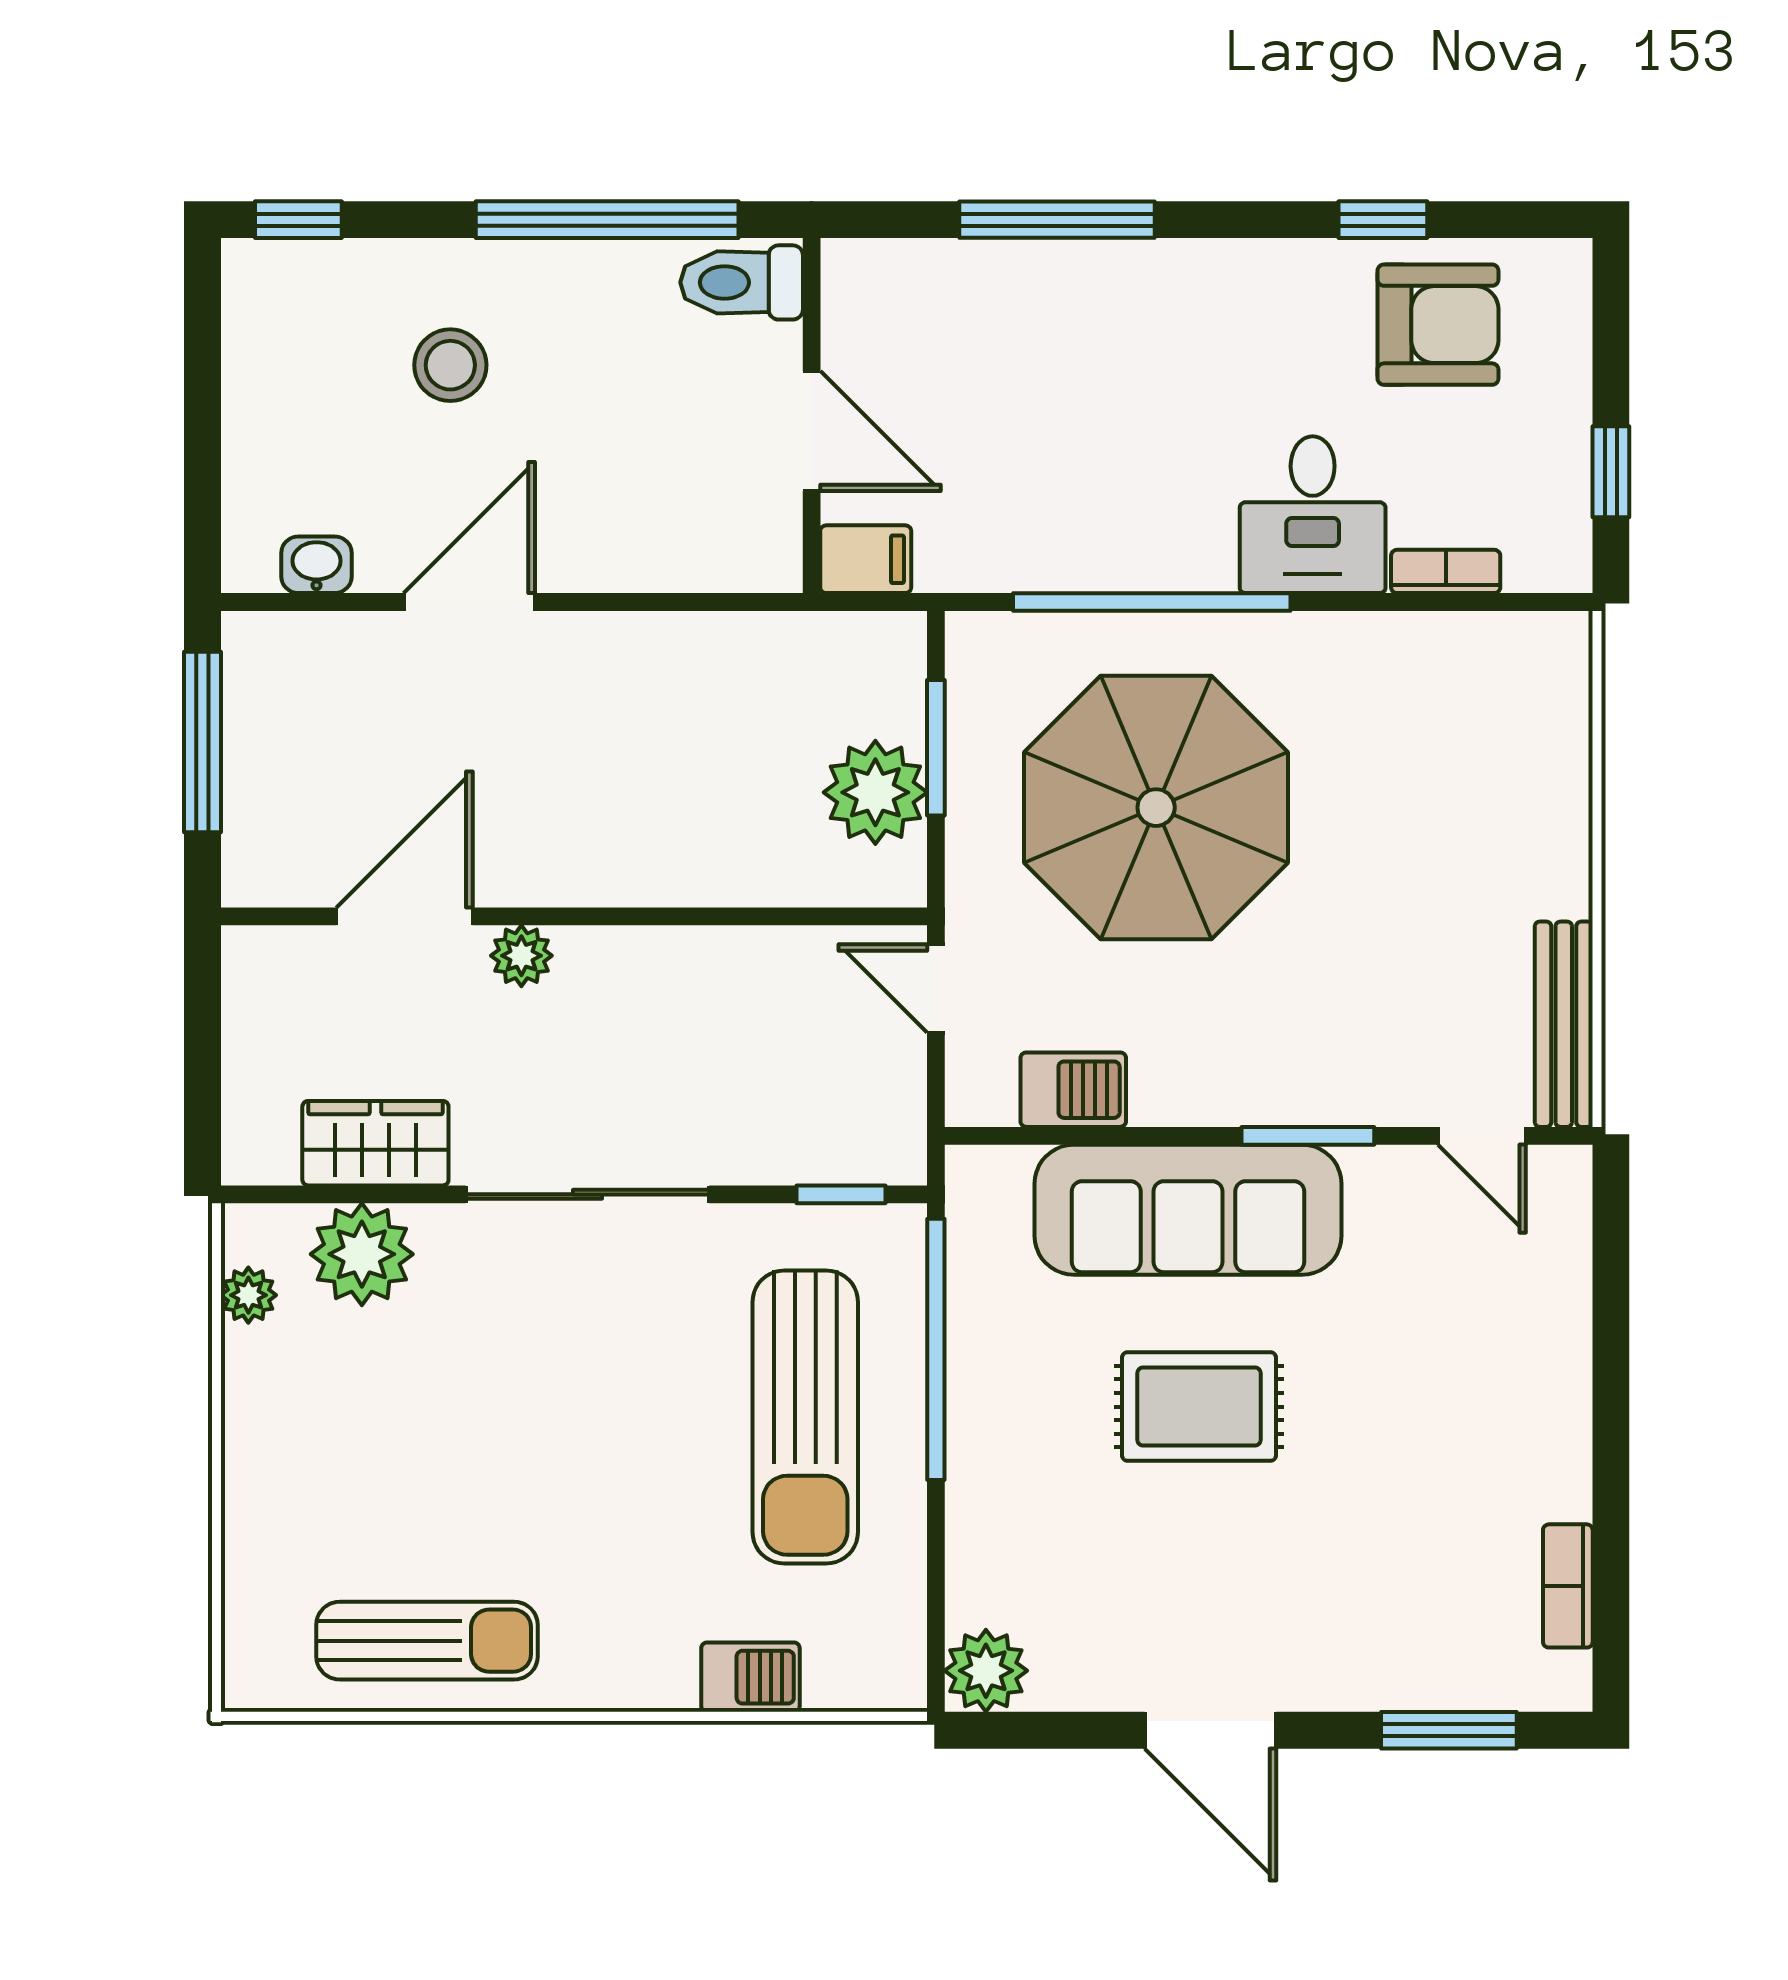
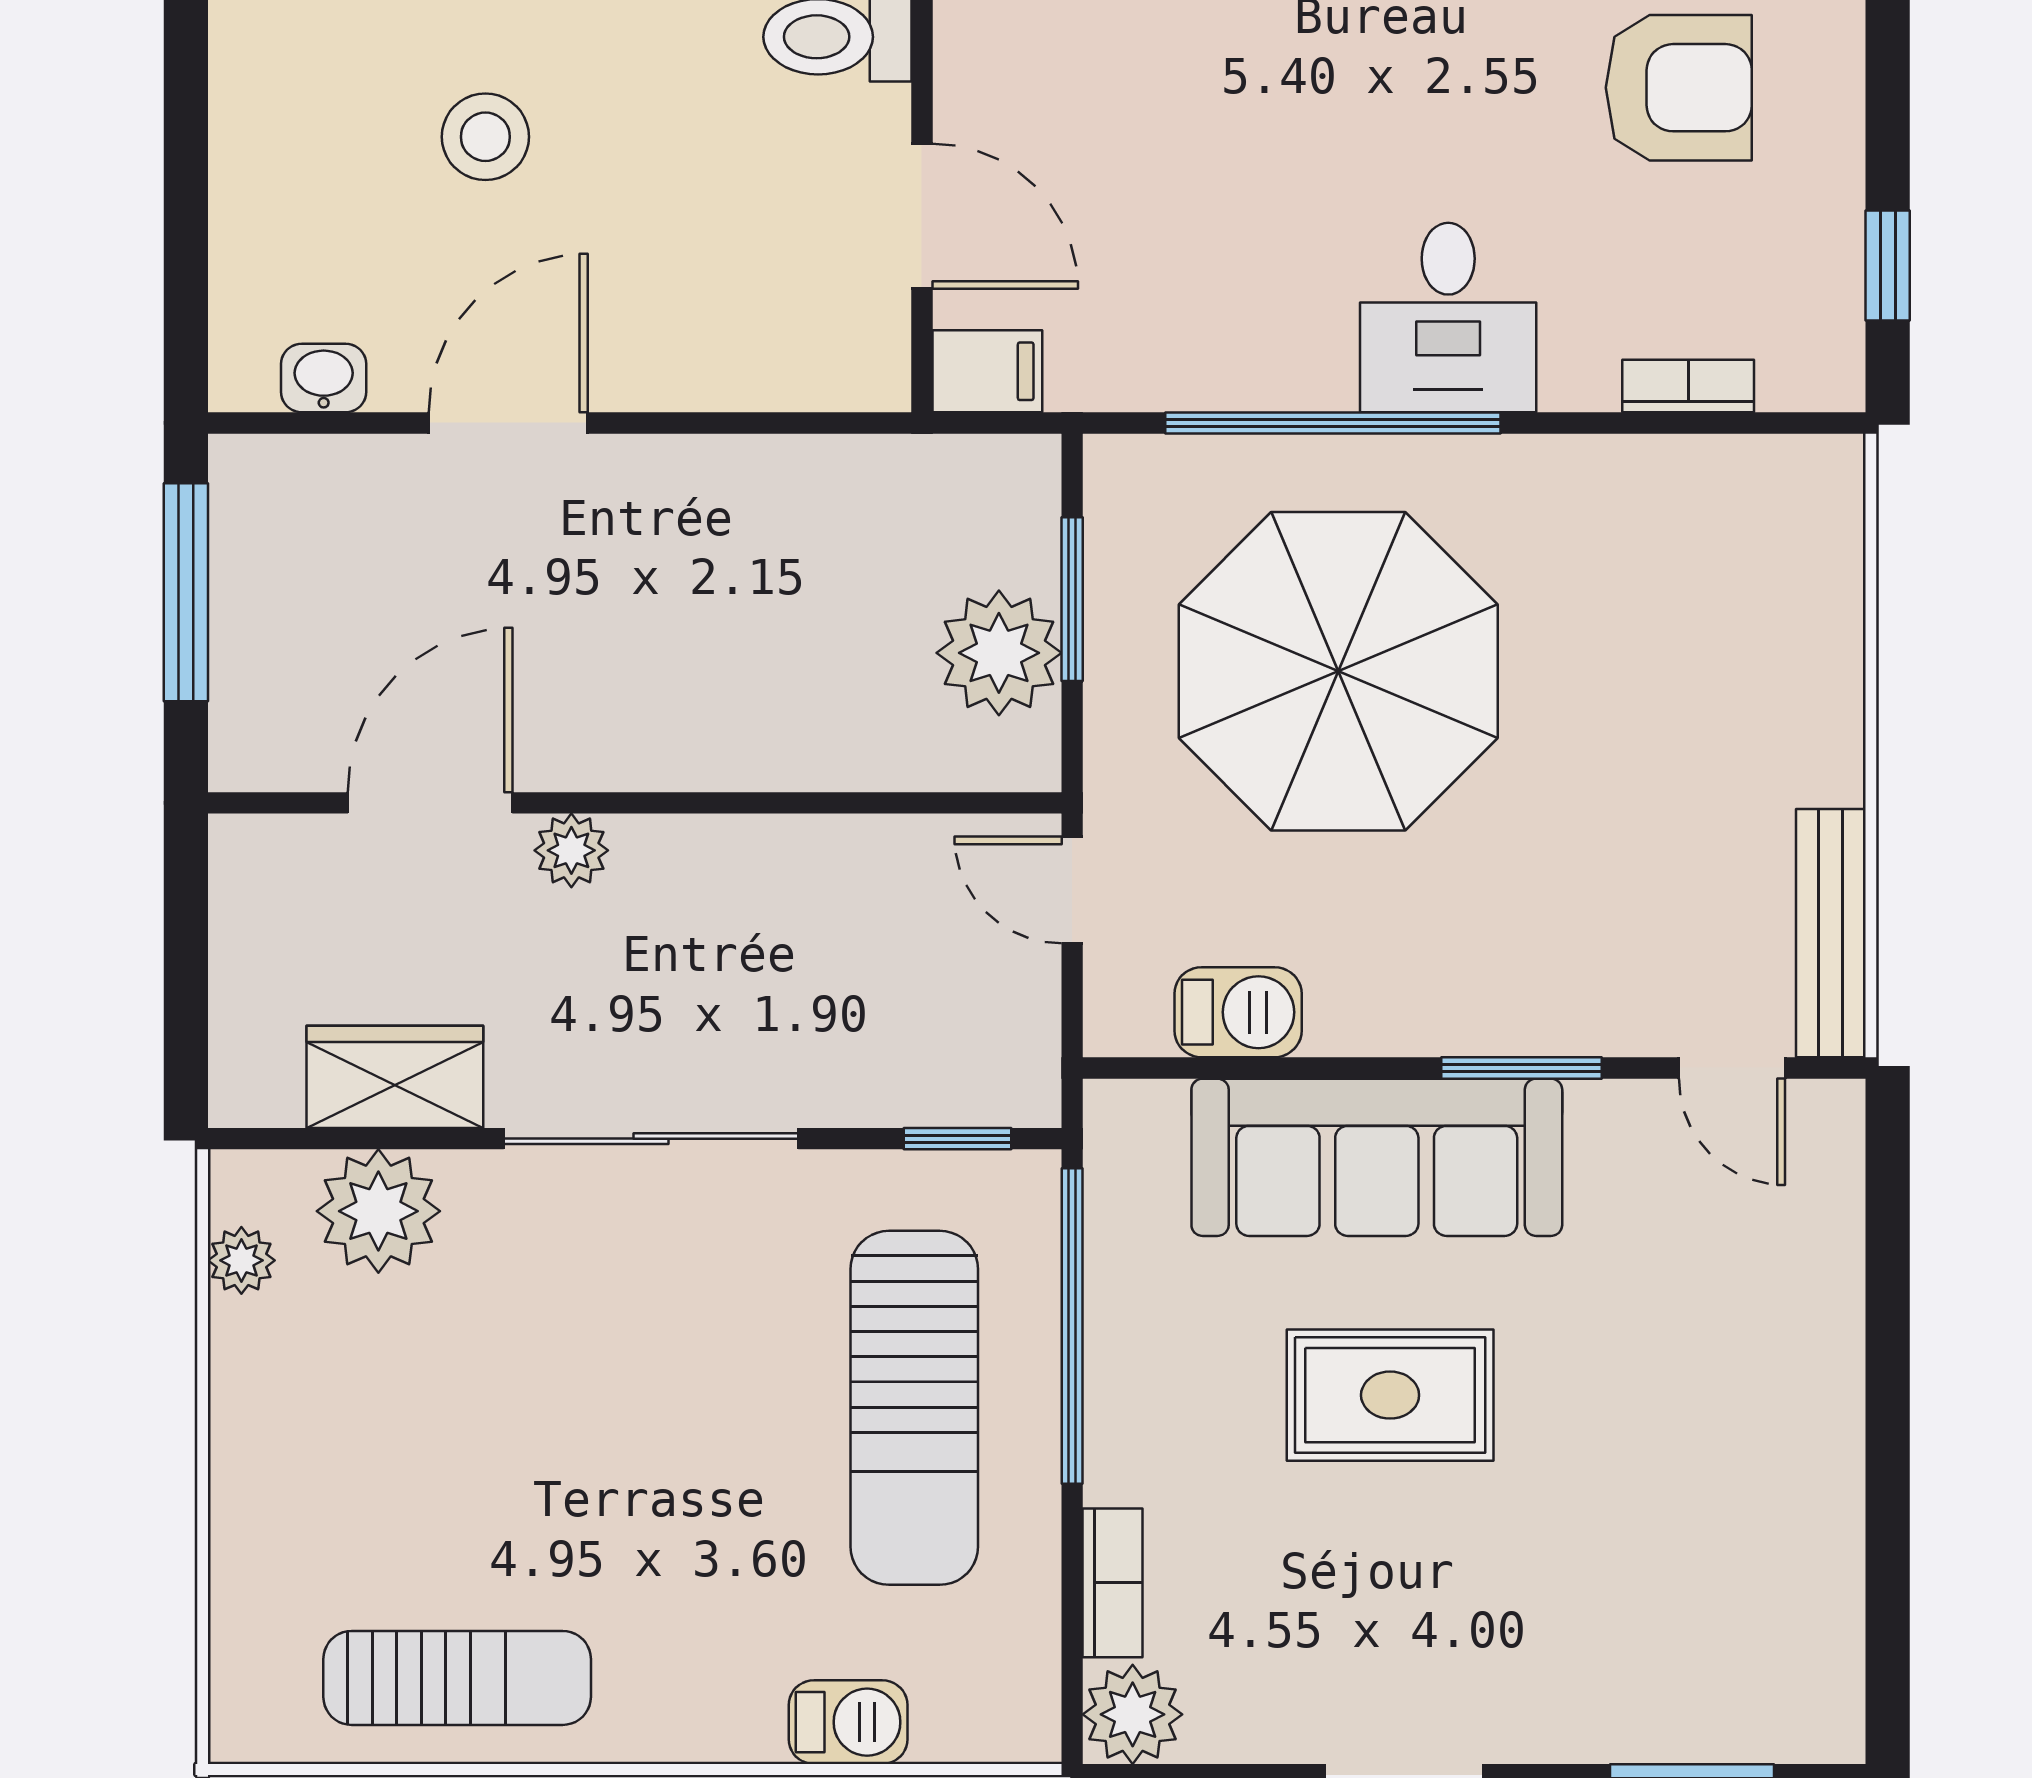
desk: (1313, 515) -> (1448, 317), moved
bookcase: (1568, 1586) -> (1113, 1583), moved, turned 180

